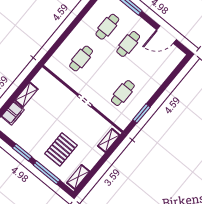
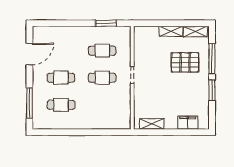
door: (166, 35) -> (29, 54), hinge flipped
cafe table: (81, 58) -> (102, 78), moved
shelving: (26, 95) -> (152, 124), moved
shelving: (109, 140) -> (171, 31), moved

